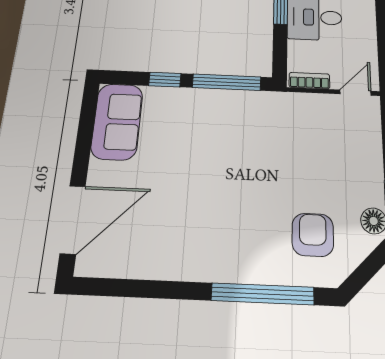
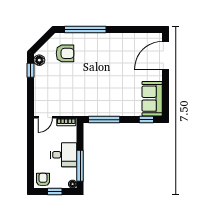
window: (165, 80) -> (146, 120), moved
armchair: (313, 235) -> (65, 53), turned -90

